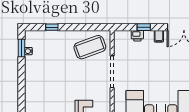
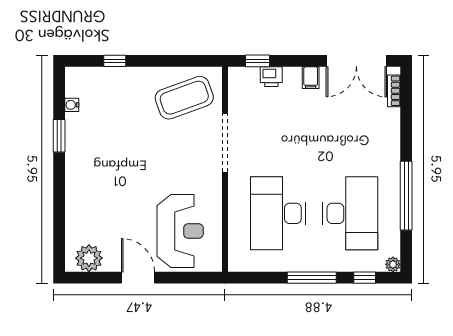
window: (144, 27) -> (258, 61), moved
window: (22, 48) -> (59, 136), moved

